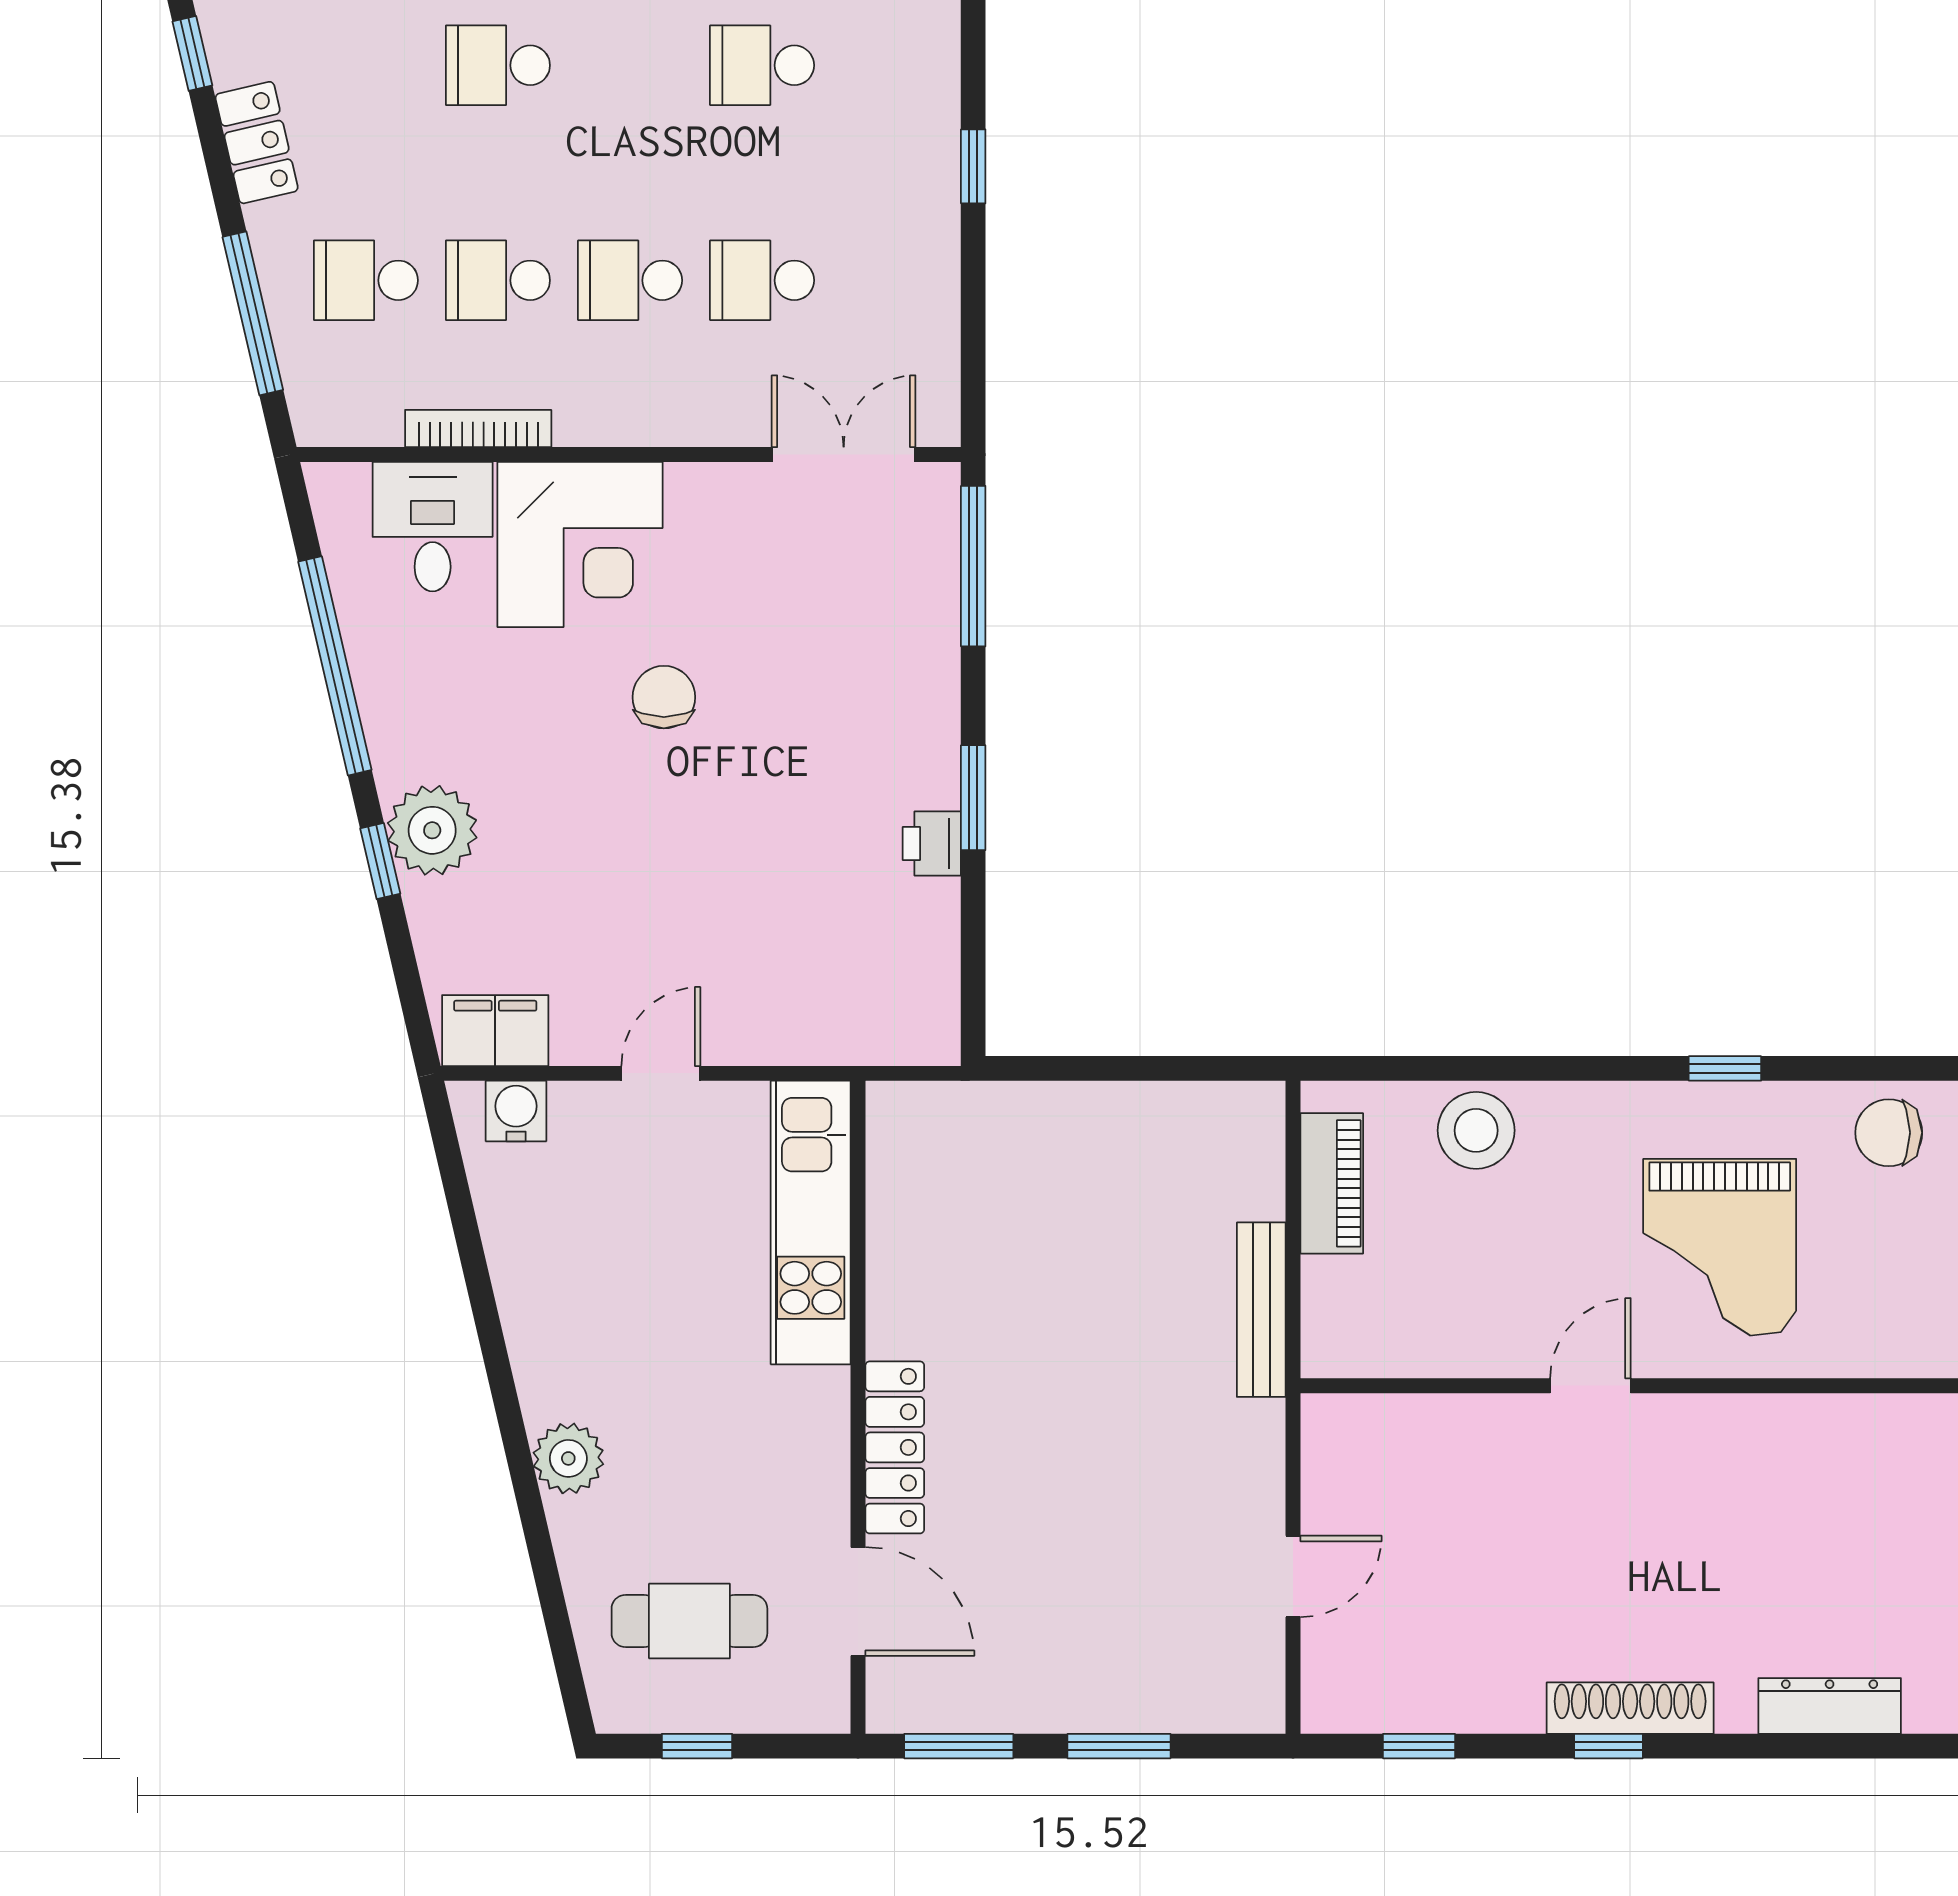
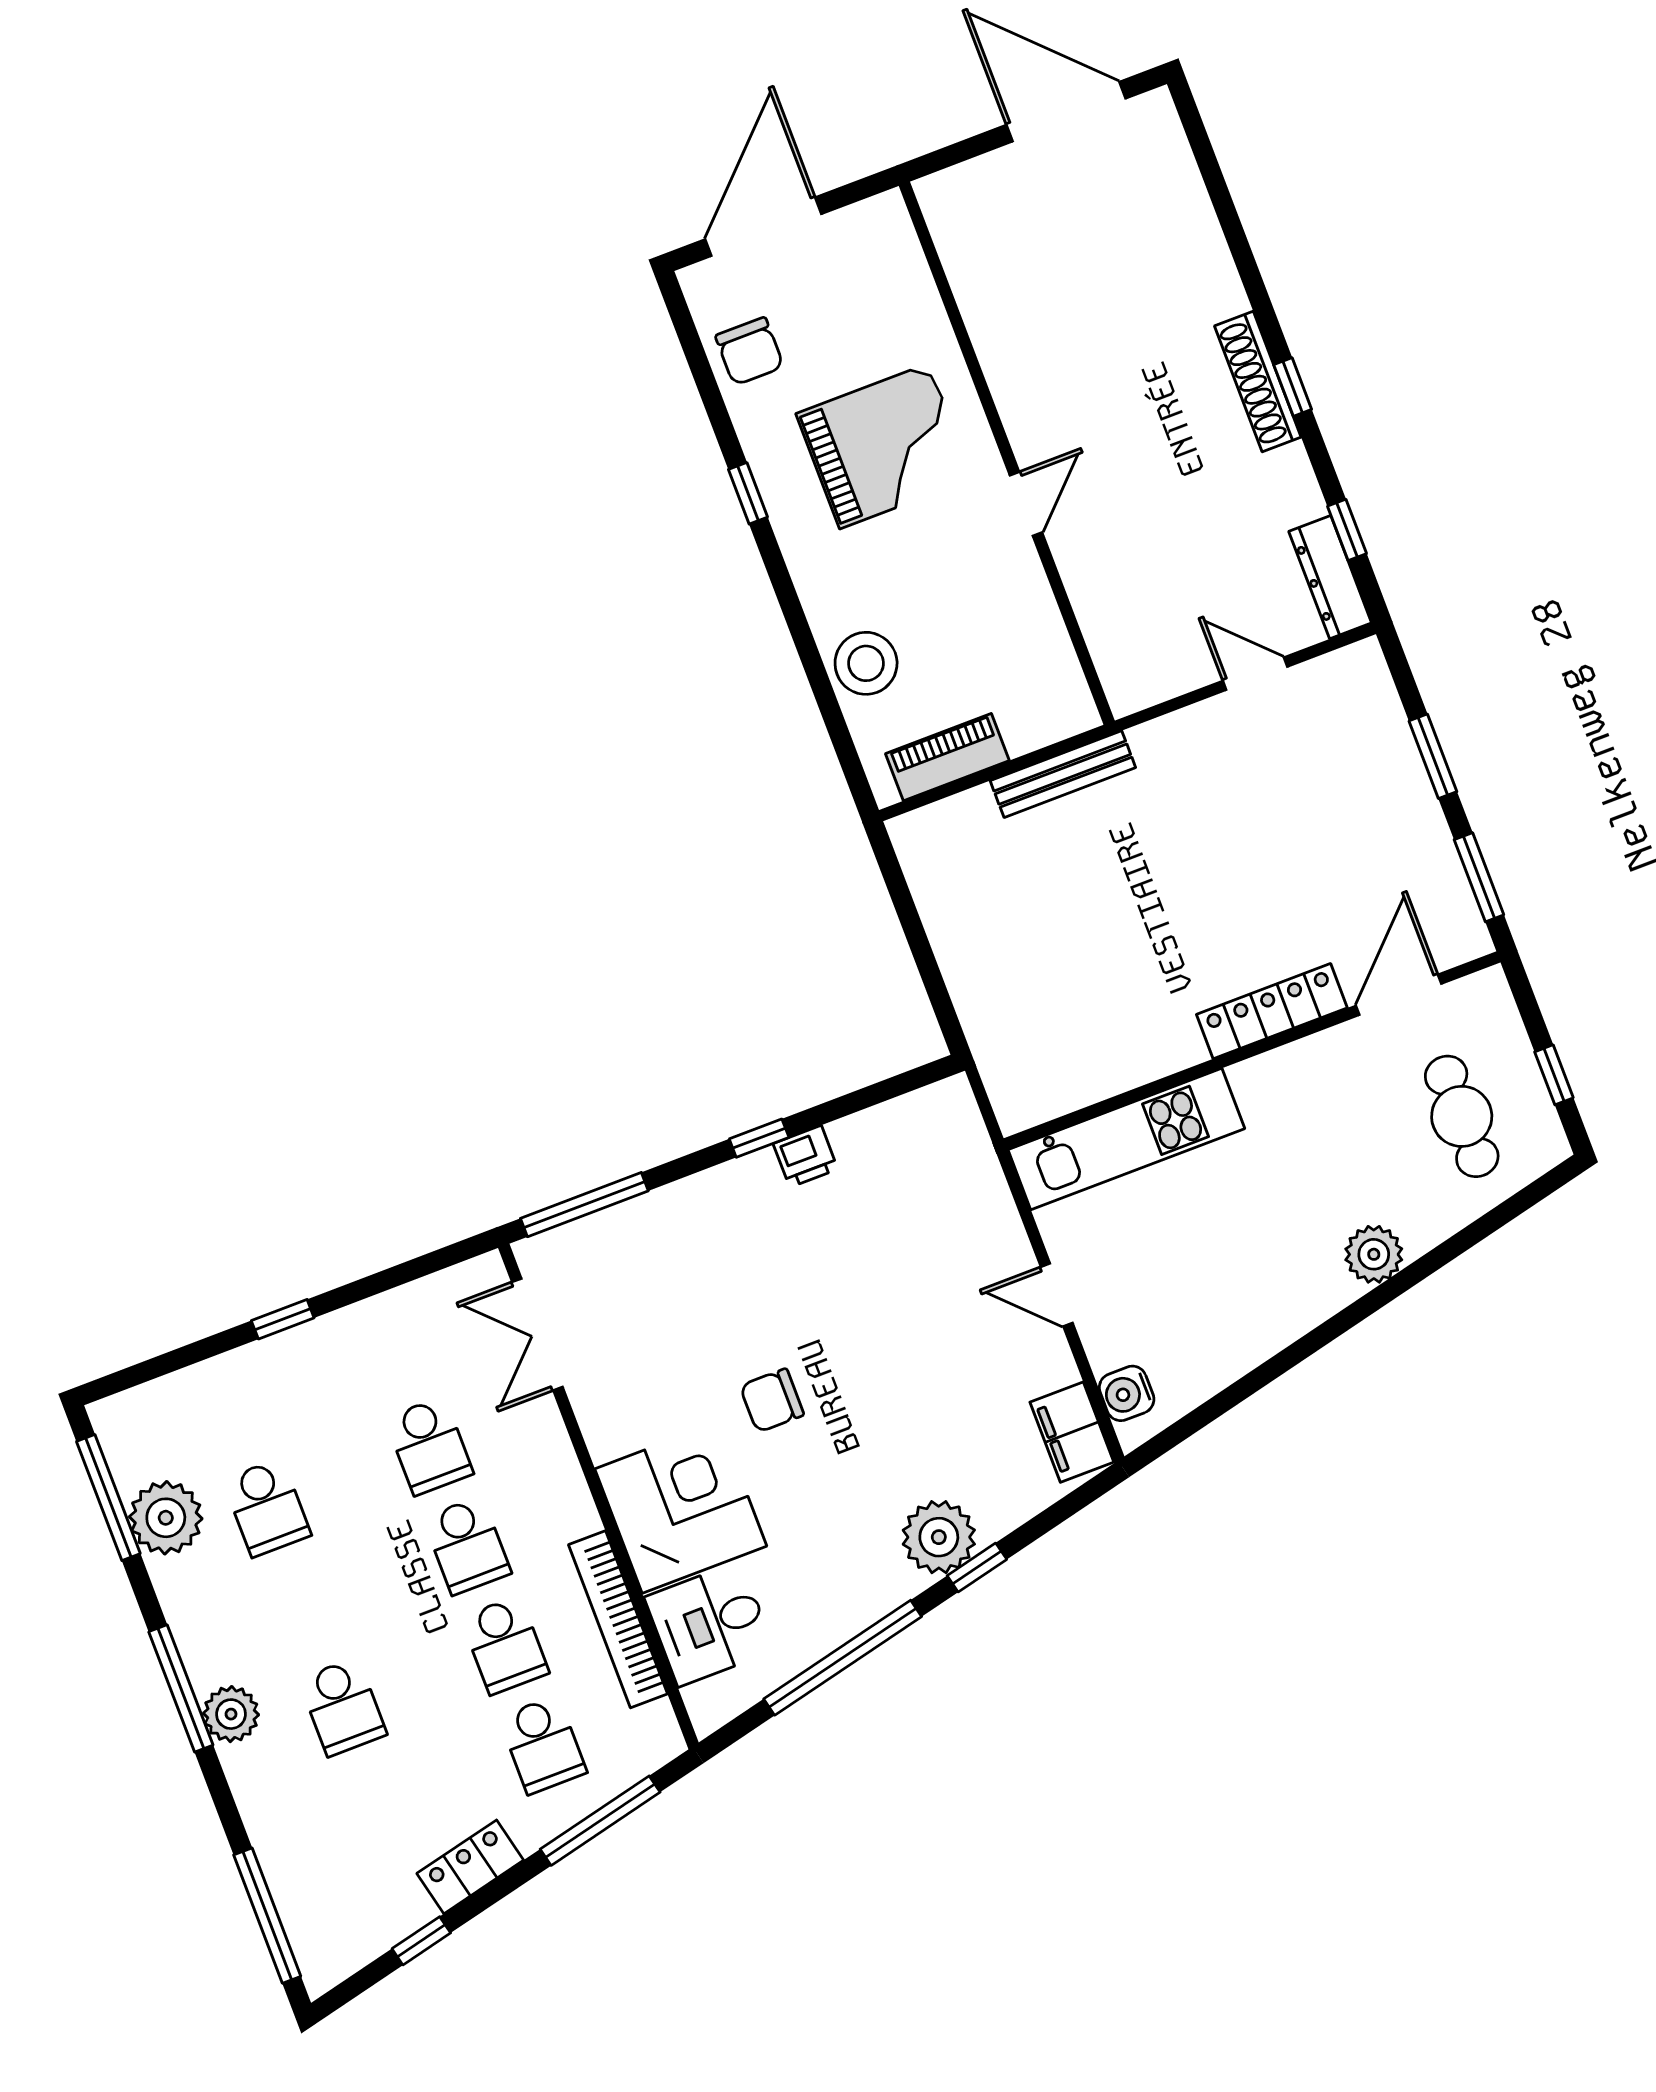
bookcase: (478, 429) -> (618, 1619), width x1.48, depth x1.31
window: (973, 798) -> (759, 1138), width x0.67
door: (1590, 1386) -> (1026, 504), swing flipped
dresser: (1830, 1706) -> (1330, 577), moved

